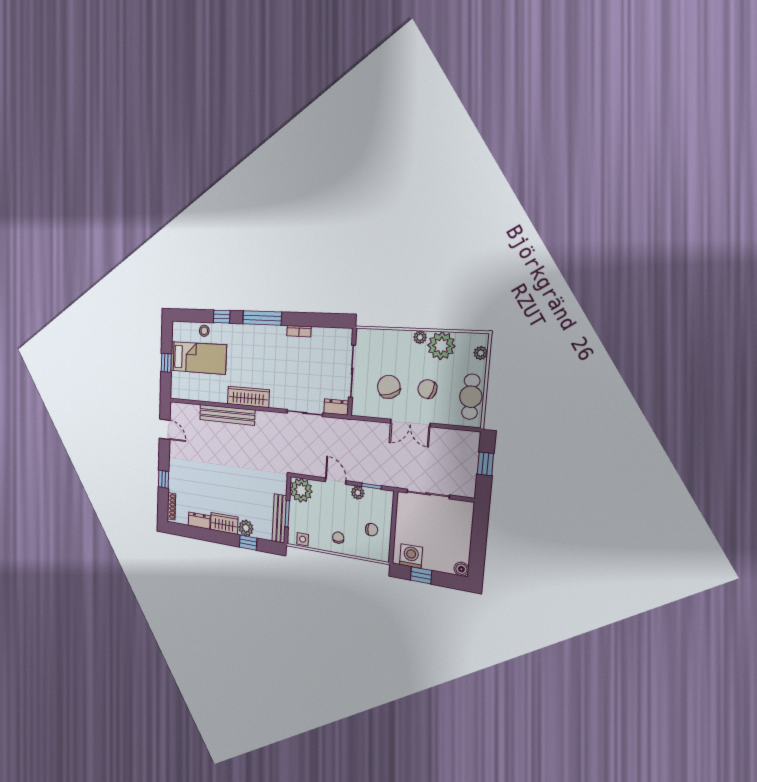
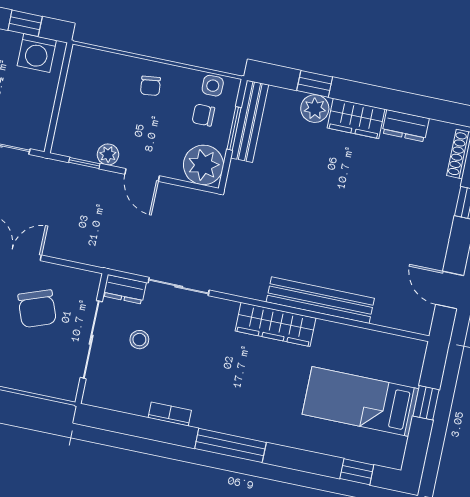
window: (222, 317) -> (357, 472), moved
stool: (204, 331) -> (139, 340), moved
chair: (372, 530) -> (203, 115), moved

